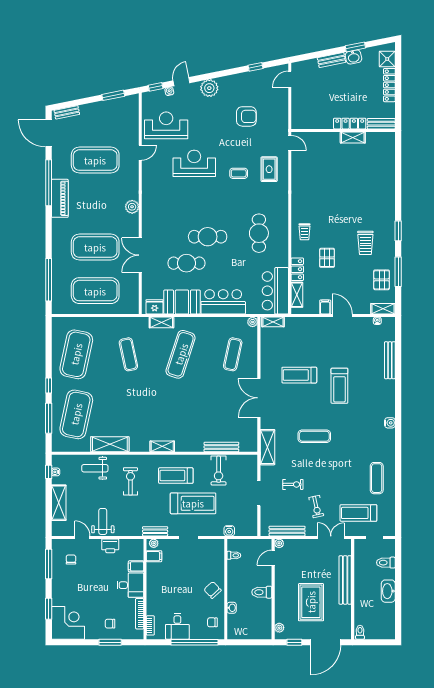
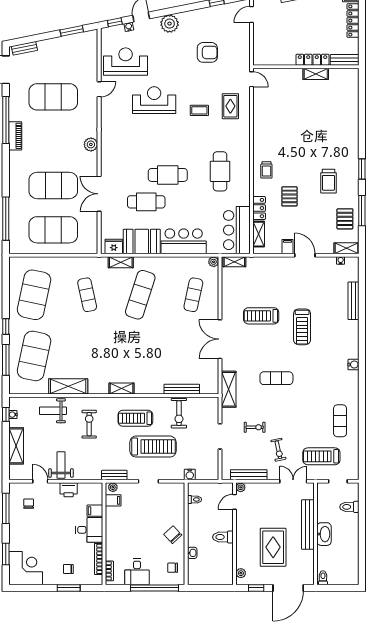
piano: (60, 198) -> (15, 136), width x0.73, depth x0.75
washbasin: (388, 591) -> (324, 534), moved, turned 180

